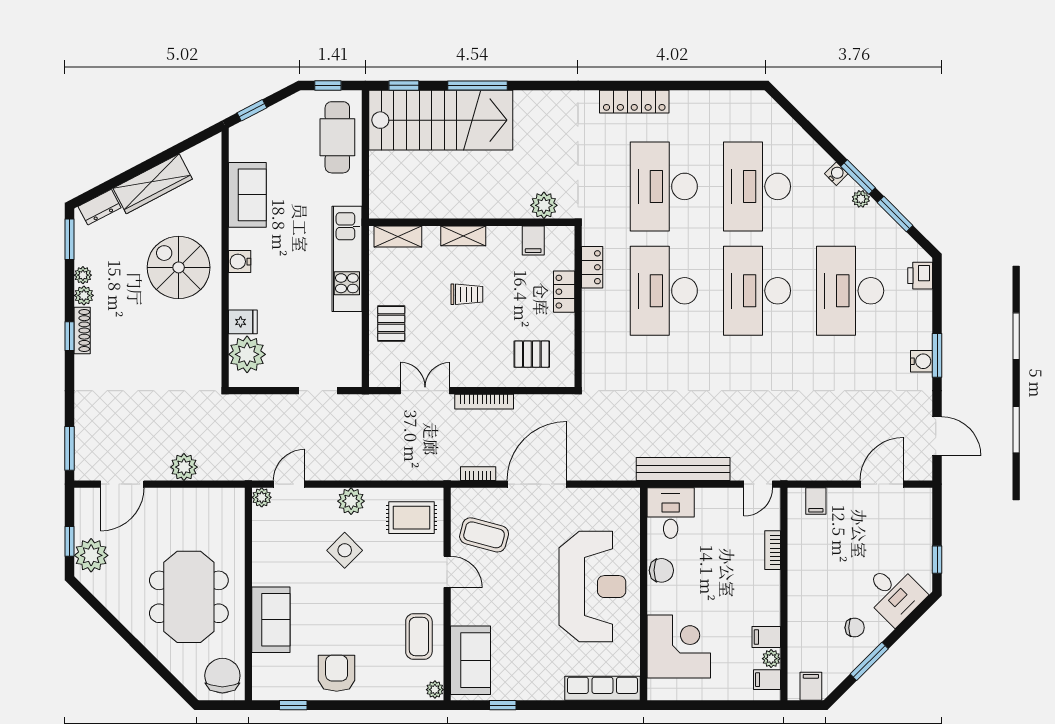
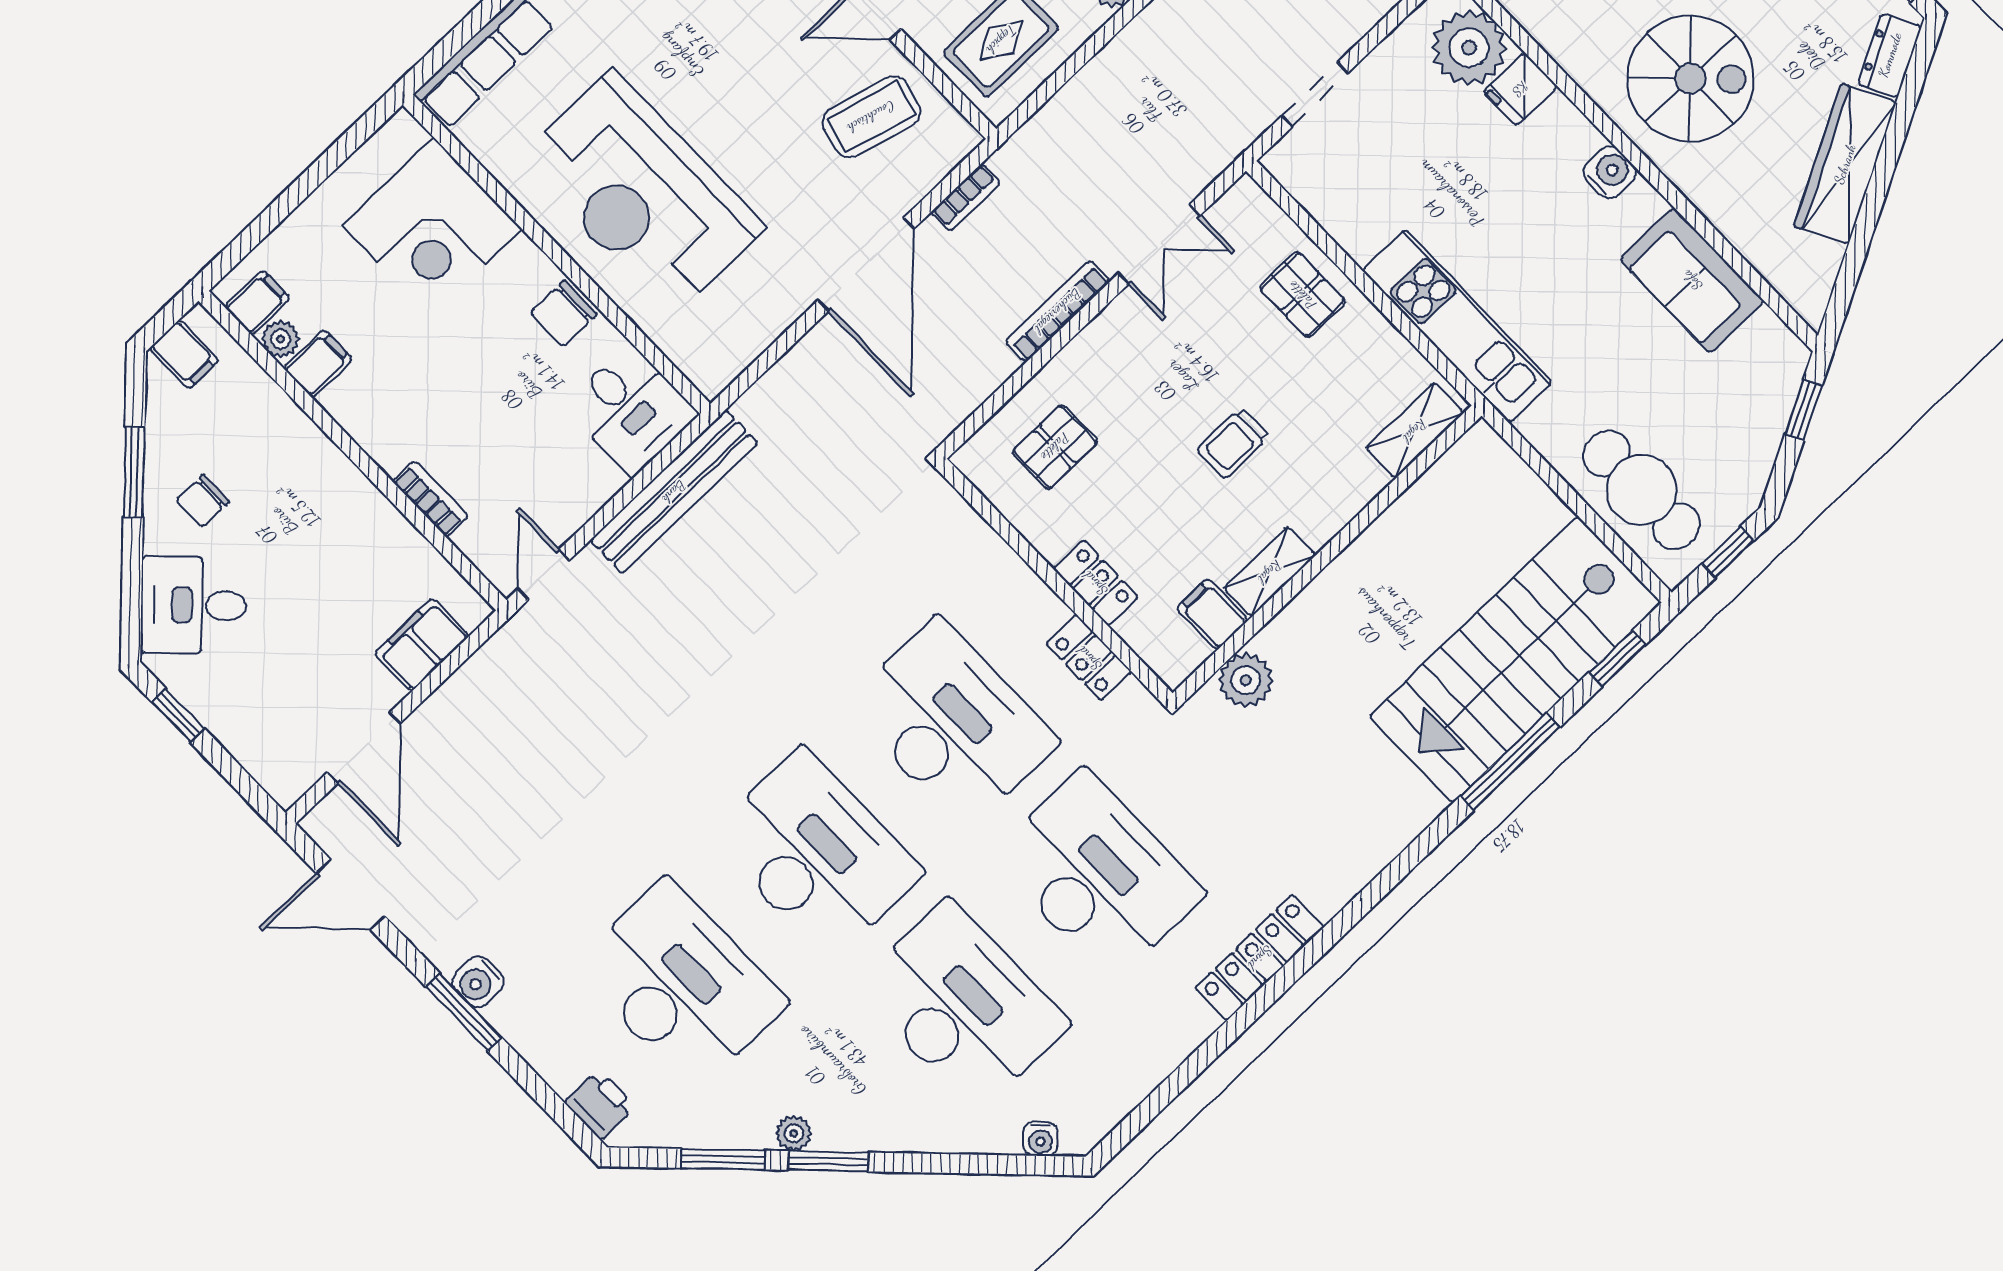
water cooler: (836, 174) -> (1040, 1139), moved
shelving: (463, 236) -> (1270, 572), moved
filing cabinet: (816, 501) -> (422, 645), width x2.00

